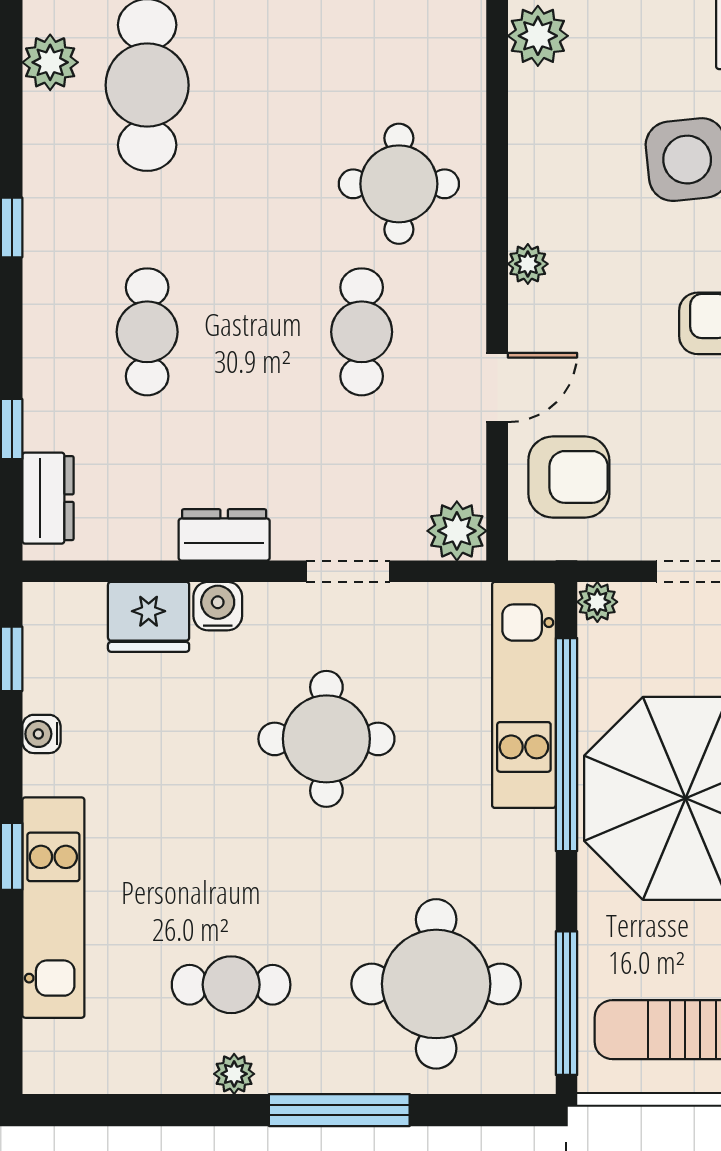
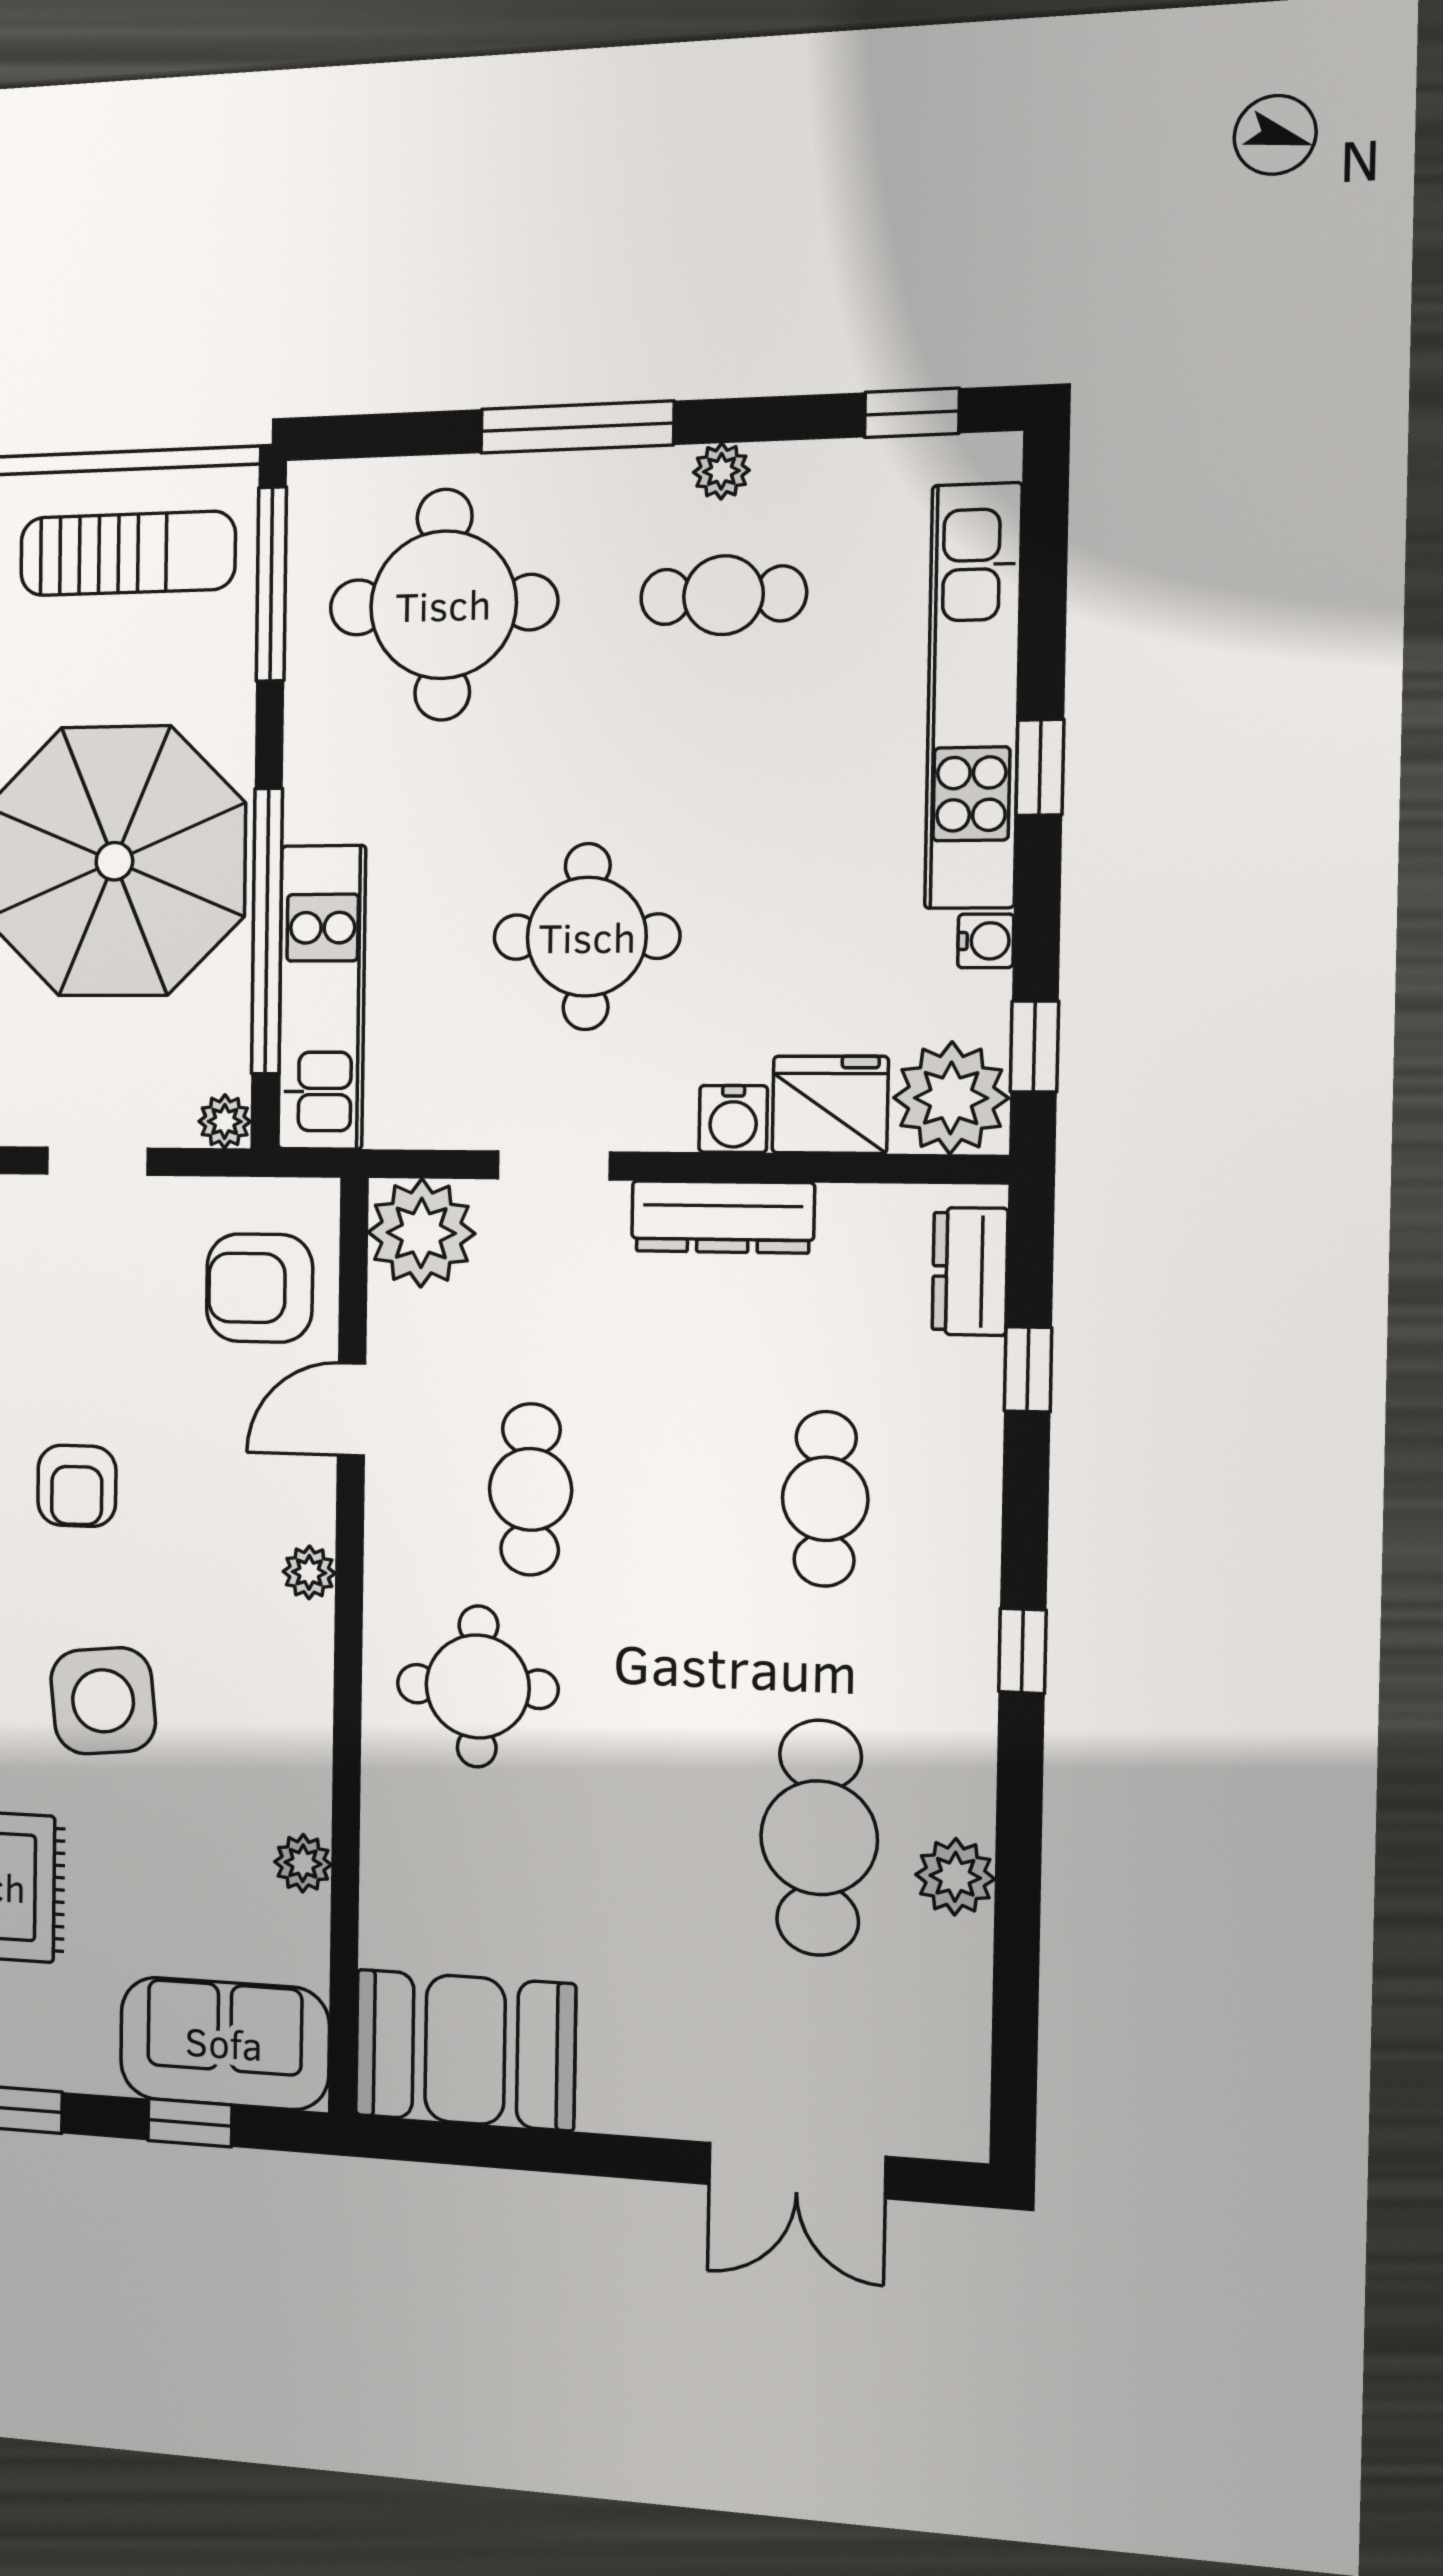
plant: (538, 36) -> (303, 1863), width x0.73, depth x0.73
plant: (457, 531) -> (421, 1233), width x1.36, depth x1.36
dresser: (224, 535) -> (723, 1217), width x1.44
plant: (64, 622) -> (951, 1098), added
kitchen unit: (53, 908) -> (973, 696), width x1.36
window: (100, 1110) -> (912, 413), added

